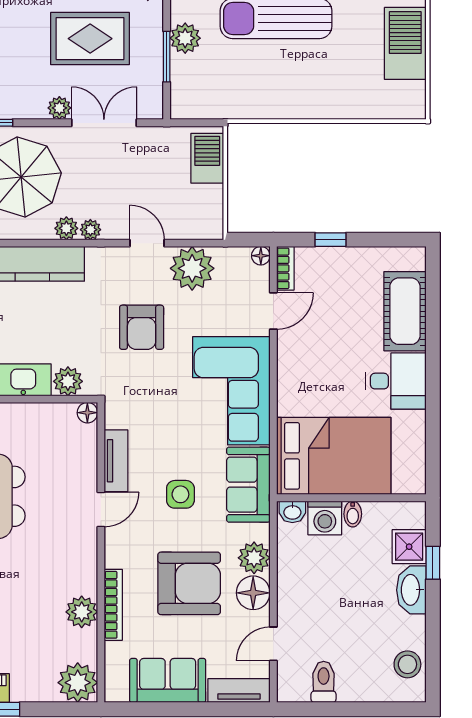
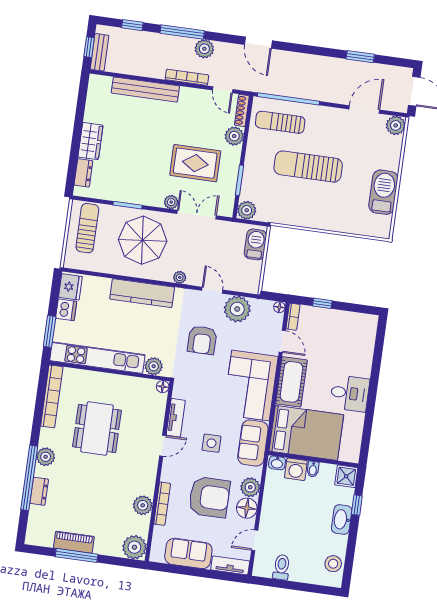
plant: (185, 38) -> (247, 210), moved
plant: (66, 228) -> (165, 275), removed
door: (273, 311) -> (282, 341), hinge flipped
cot: (405, 311) -> (291, 382), moved
shower: (409, 547) -> (346, 476), moved

